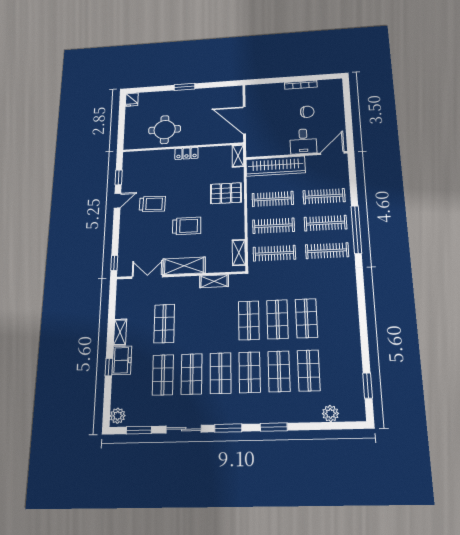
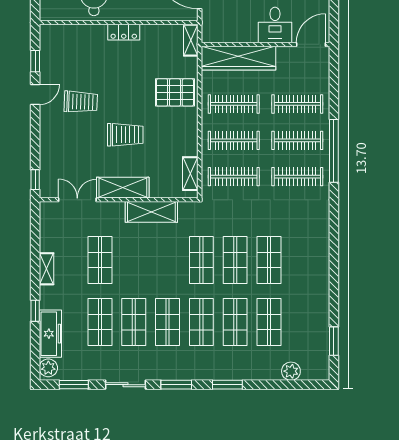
shelving: (214, 281) -> (151, 212), width x1.50, depth x1.33
freezer: (122, 360) -> (50, 334), moved, width x1.40

